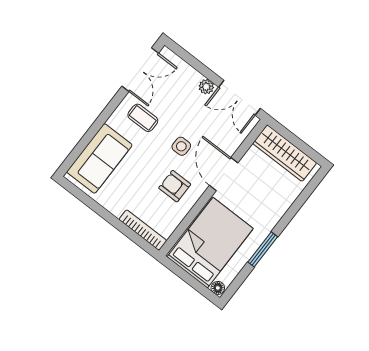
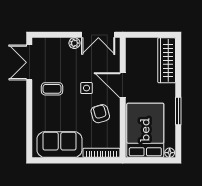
double door: (140, 70) -> (29, 62), swing flipped
wardrobe: (285, 153) -> (167, 60), moved, turned 90
sofa: (99, 158) -> (59, 145), moved, turned -90
armchair: (175, 186) -> (100, 114), turned 74

